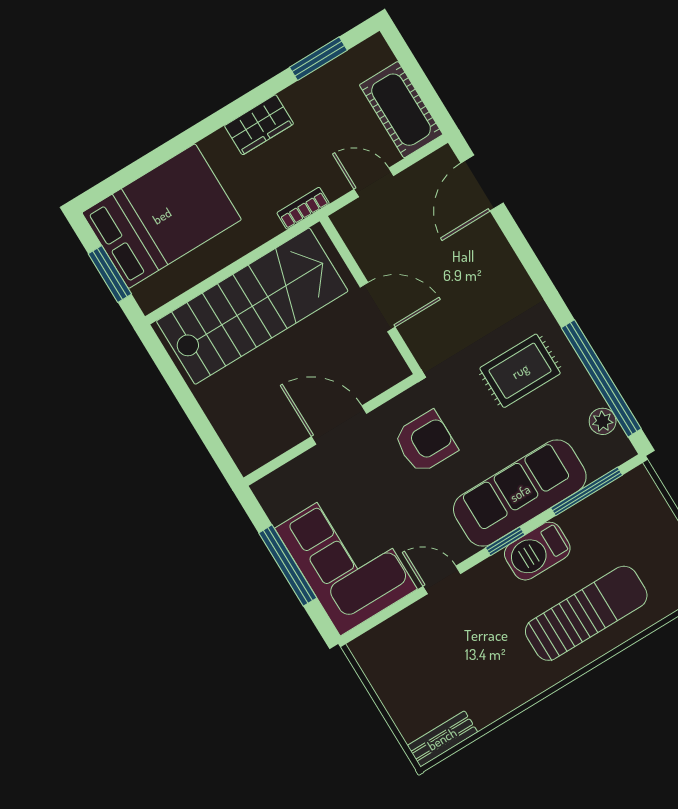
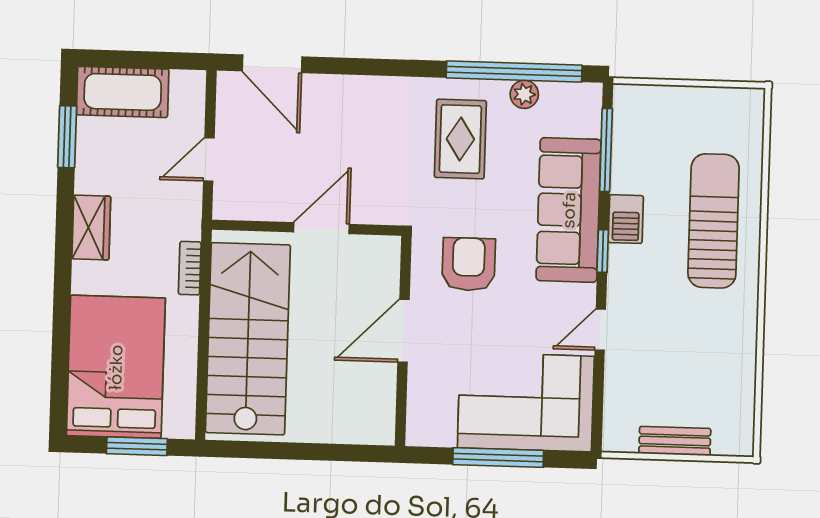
cot: (401, 110) -> (123, 92), moved
bookcase: (303, 208) -> (190, 268), moved
plant: (603, 421) -> (524, 94), moved
barbecue: (537, 551) -> (626, 219), width x0.73, depth x0.79
bench: (442, 739) -> (675, 441), moved, turned 90

